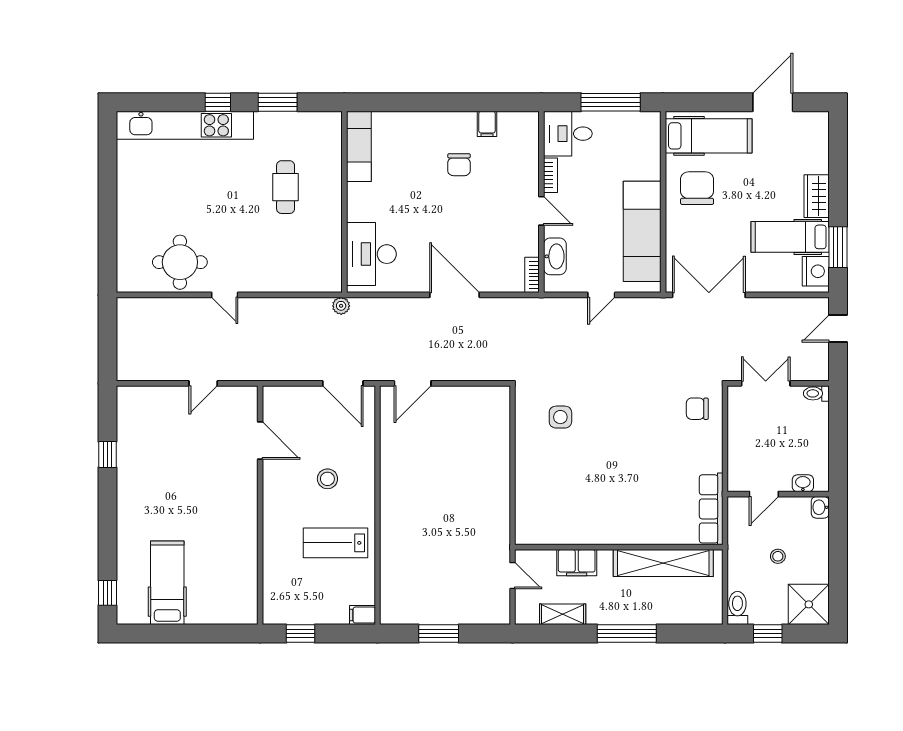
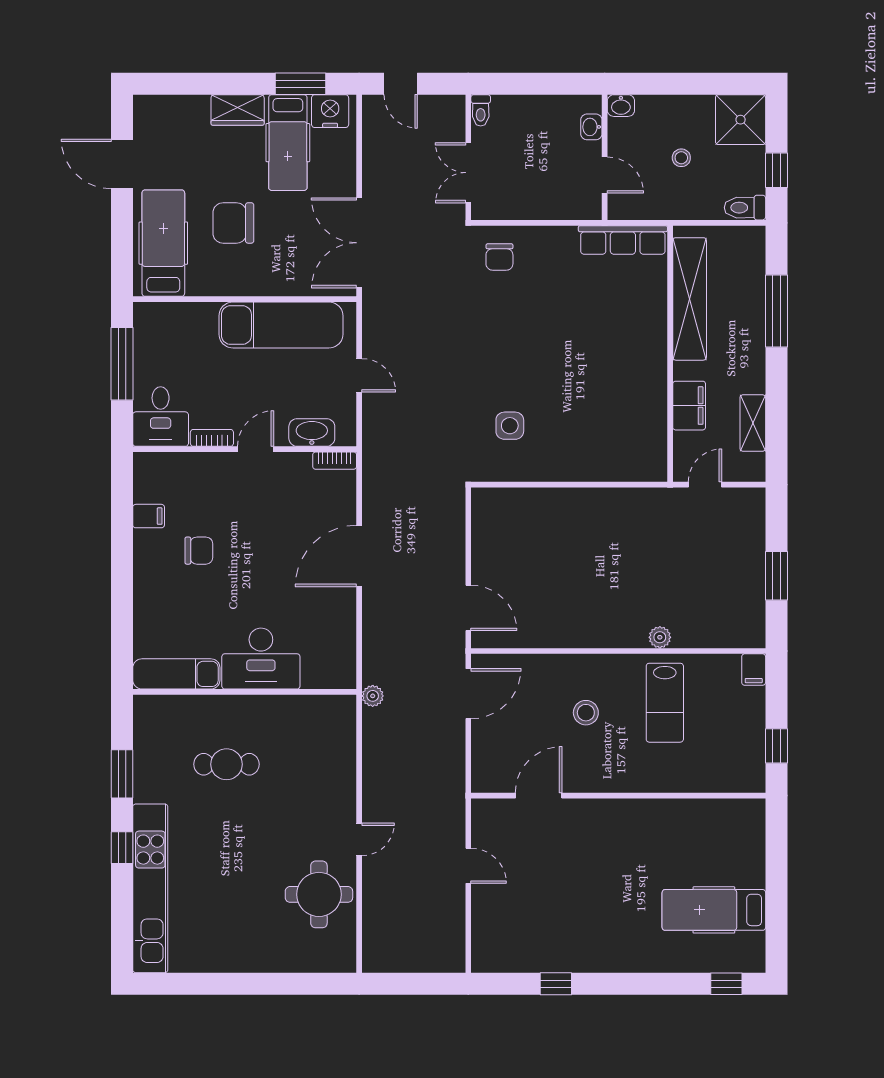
chair: (697, 188) -> (233, 223), moved
desk: (371, 254) -> (261, 659), moved
plant: (389, 539) -> (660, 637), added
window: (627, 634) -> (776, 311), moved

